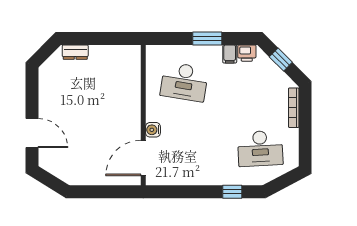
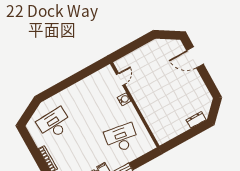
door: (143, 158) -> (121, 79), width x0.53
window: (232, 192) -> (57, 89), removed

